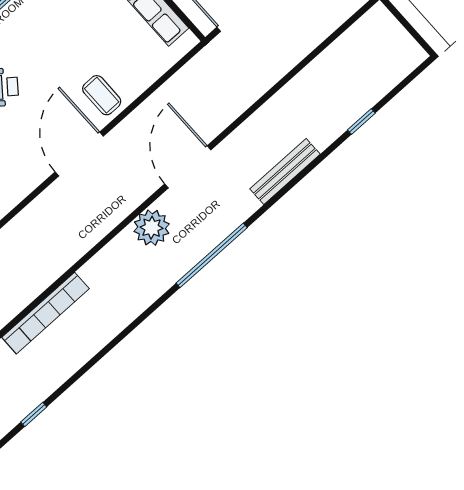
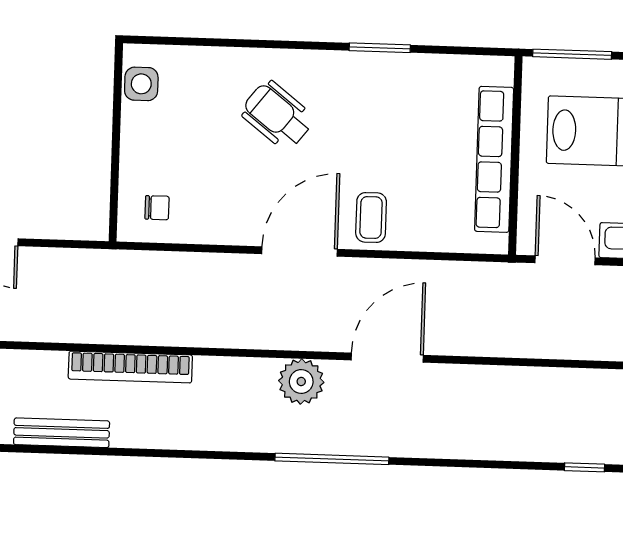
bench: (285, 171) -> (62, 433), moved
window: (34, 414) -> (32, 449), removed

